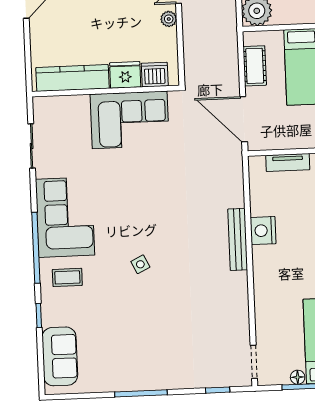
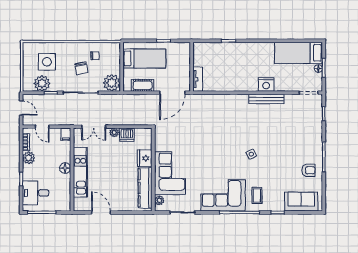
dishwasher: (155, 75) -> (127, 135), moved, turned -90
plant: (51, 104) -> (159, 200), added
corner sofa: (130, 120) -> (170, 173), moved
tv unit: (288, 163) -> (198, 79), moved
nightstand: (263, 231) -> (266, 84), moved
bench: (238, 239) -> (266, 99), moved
armchair: (116, 367) -> (308, 170), added

